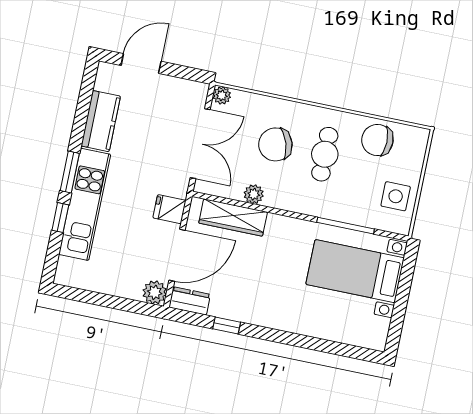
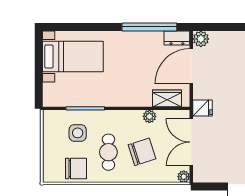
side table: (396, 196) -> (78, 133), moved
fridge: (169, 209) -> (202, 108), moved
wardrobe: (233, 218) -> (167, 98), width x0.67
bed with nightstands: (355, 271) -> (73, 56), moved
window: (227, 326) -> (149, 27), width x3.17

